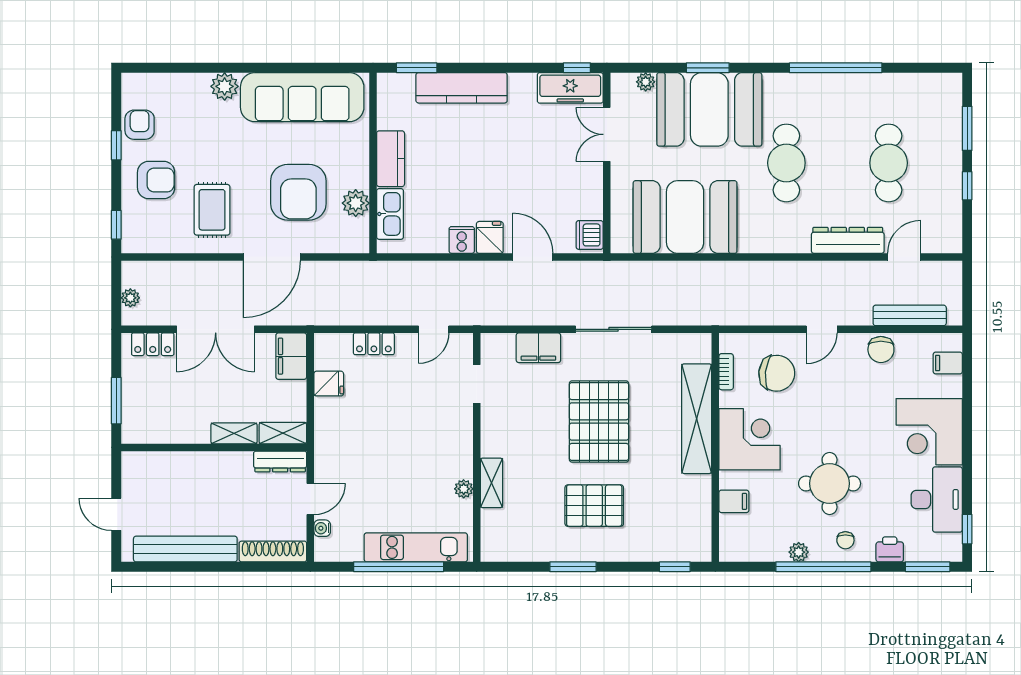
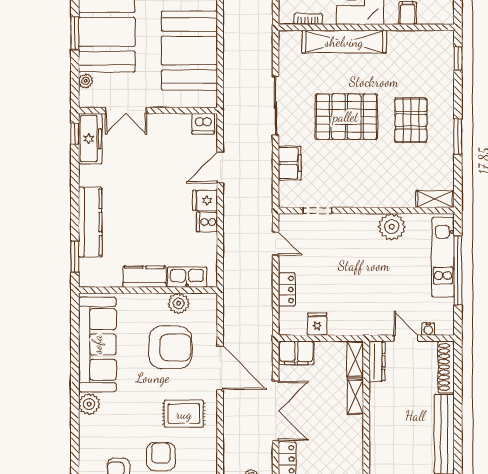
shelving: (491, 483) -> (435, 199), moved
plant: (464, 489) -> (392, 227), width x1.87, depth x1.87

